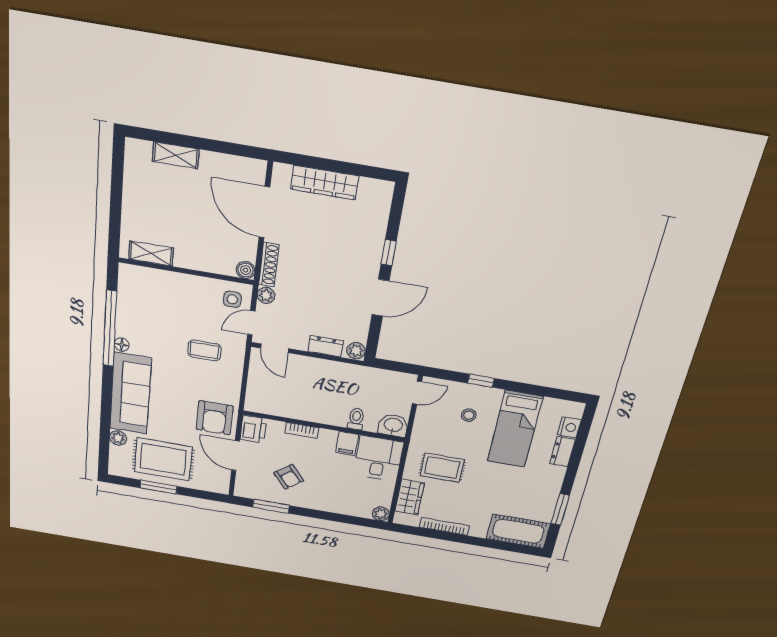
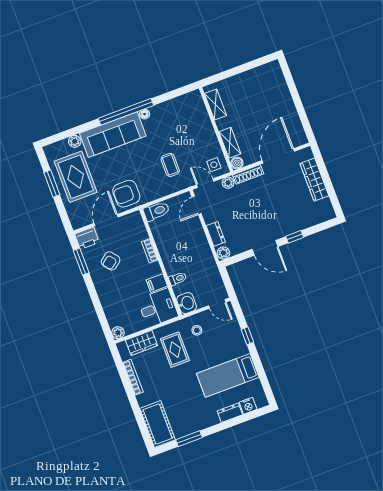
shelving: (176, 155) -> (230, 143), moved
window: (110, 329) -> (126, 112), moved
toilet: (256, 397) -> (156, 211), added
stool: (469, 415) -> (197, 330), moved
printer: (253, 429) -> (87, 238), moved

